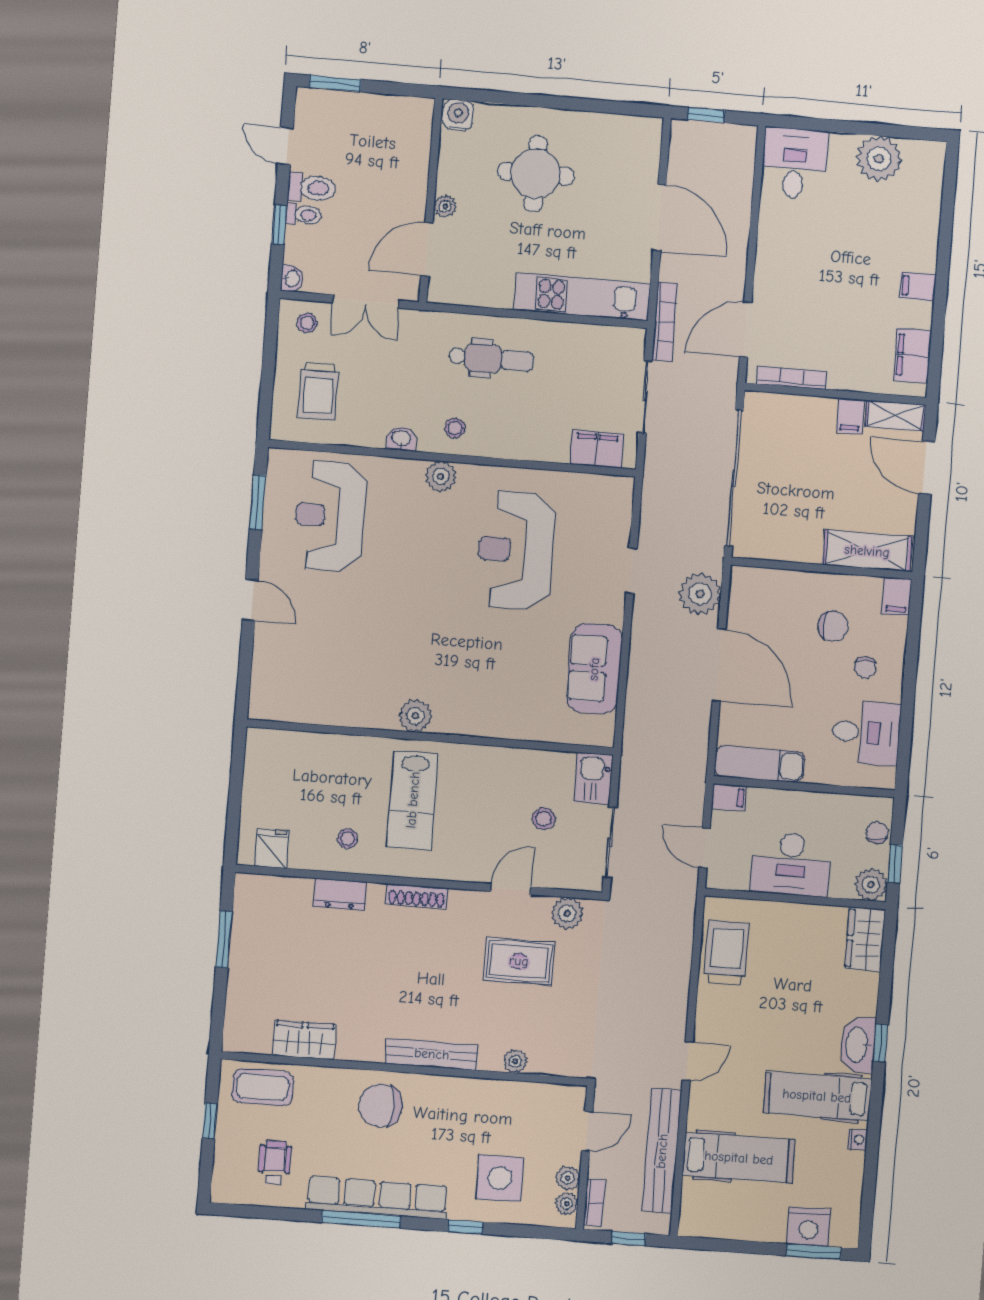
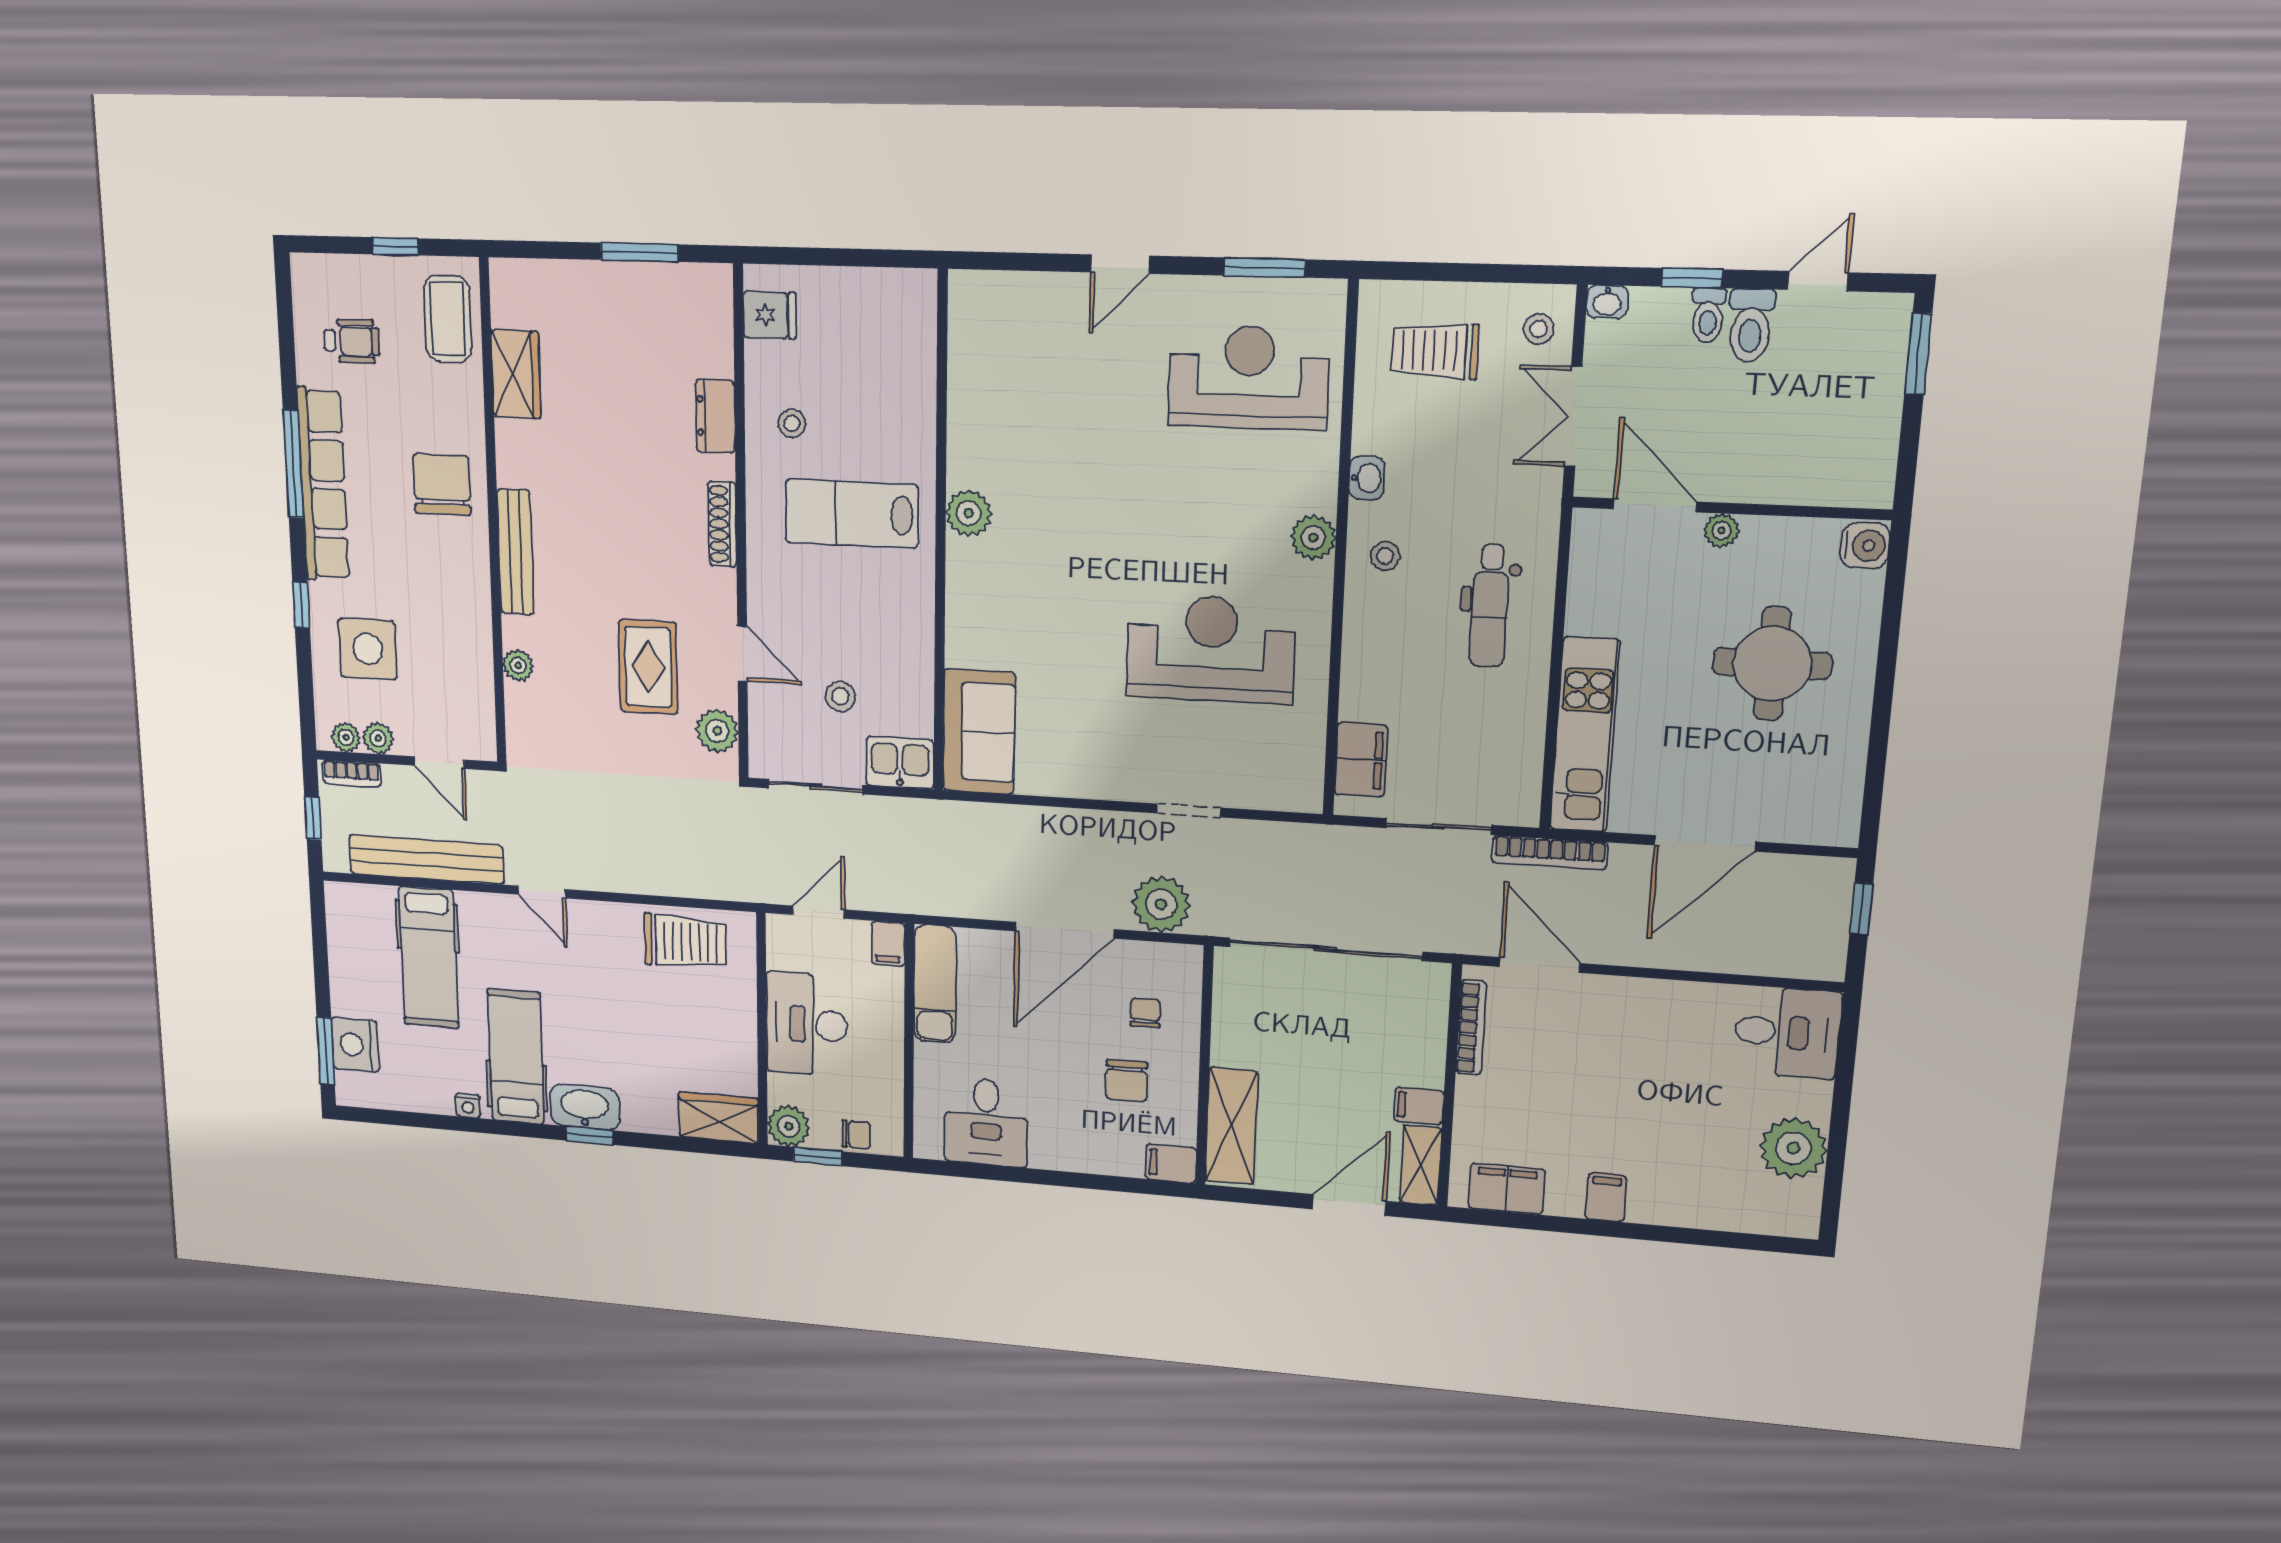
chair: (865, 667) -> (1145, 1013), moved, turned 90
sofa: (594, 669) -> (979, 732), moved, turned 90

